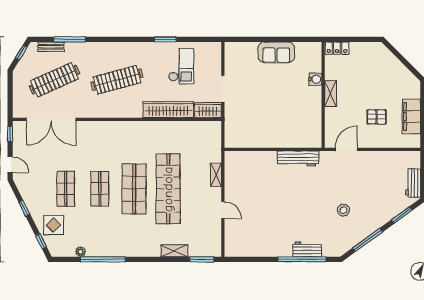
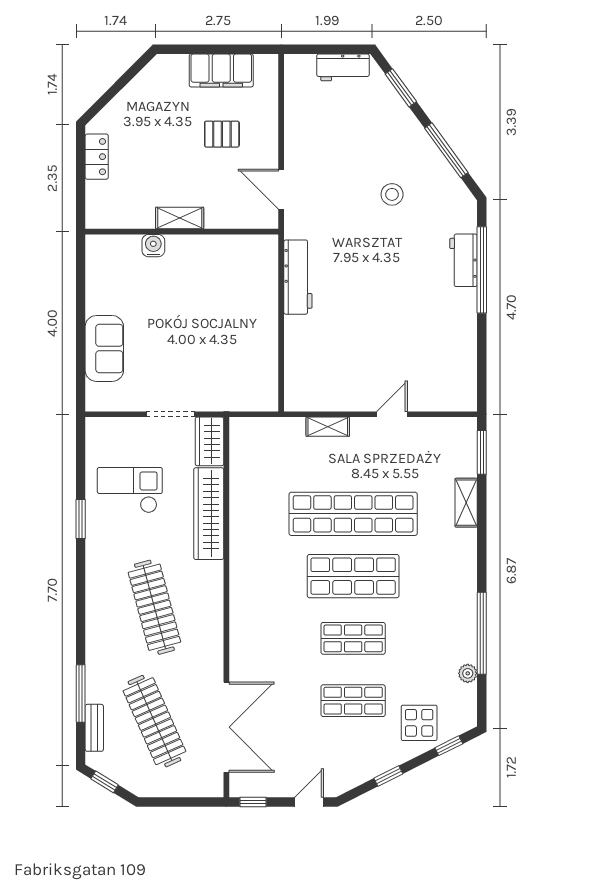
locker: (337, 48) -> (97, 157), moved
sofa: (276, 52) -> (104, 348), moved
pallet: (377, 117) -> (222, 134), turned 90

